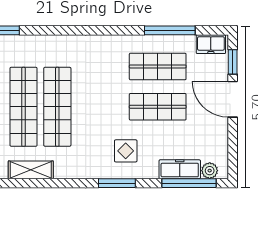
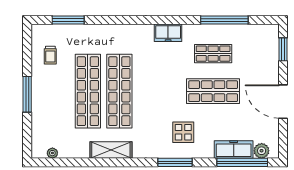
freezer: (211, 44) -> (168, 33), moved
shop shelf: (158, 66) -> (213, 54), width x0.70, depth x0.74
door: (233, 99) -> (283, 102), moved
shelving: (31, 170) -> (111, 150), moved

